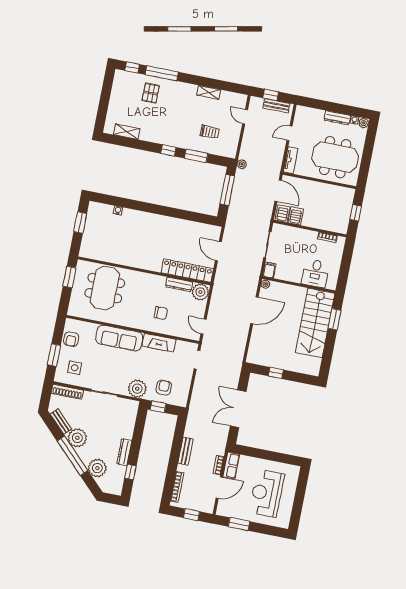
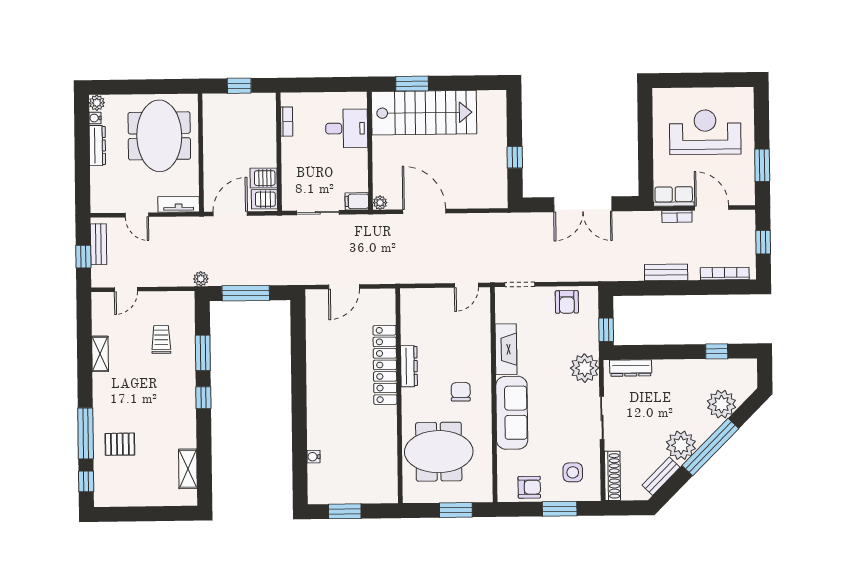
locker: (187, 271) -> (385, 365), moved
window: (69, 277) -> (456, 510), moved
dresser: (179, 284) -> (409, 366), moved
plant: (200, 292) -> (413, 301), removed
chair: (161, 313) -> (461, 392), moved
armchair: (164, 388) -> (567, 302), moved, turned -90
dresser: (124, 452) -> (631, 368), moved
reception desk: (267, 493) -> (705, 132), turned 180

